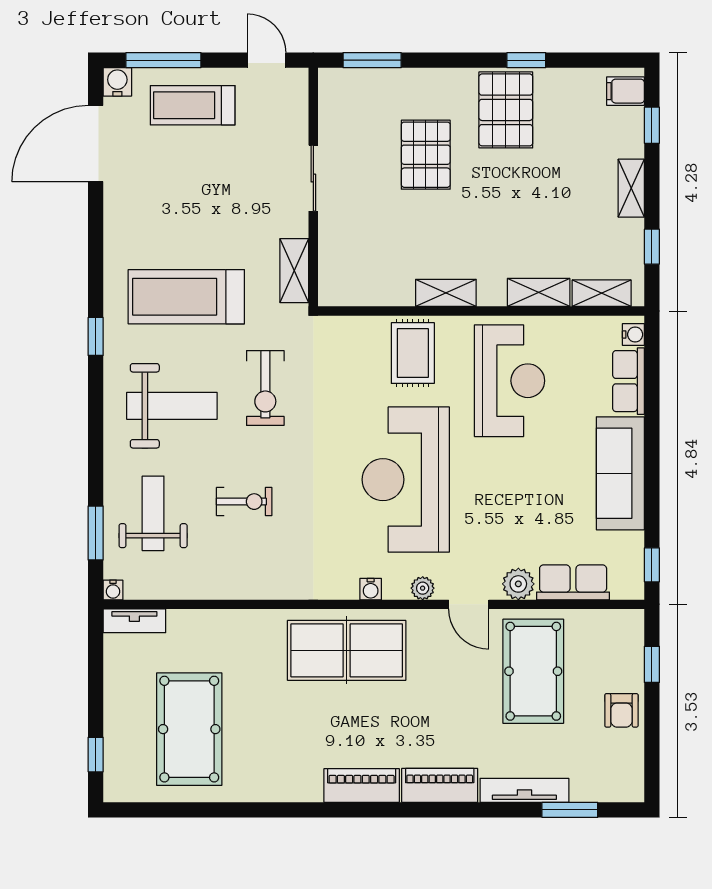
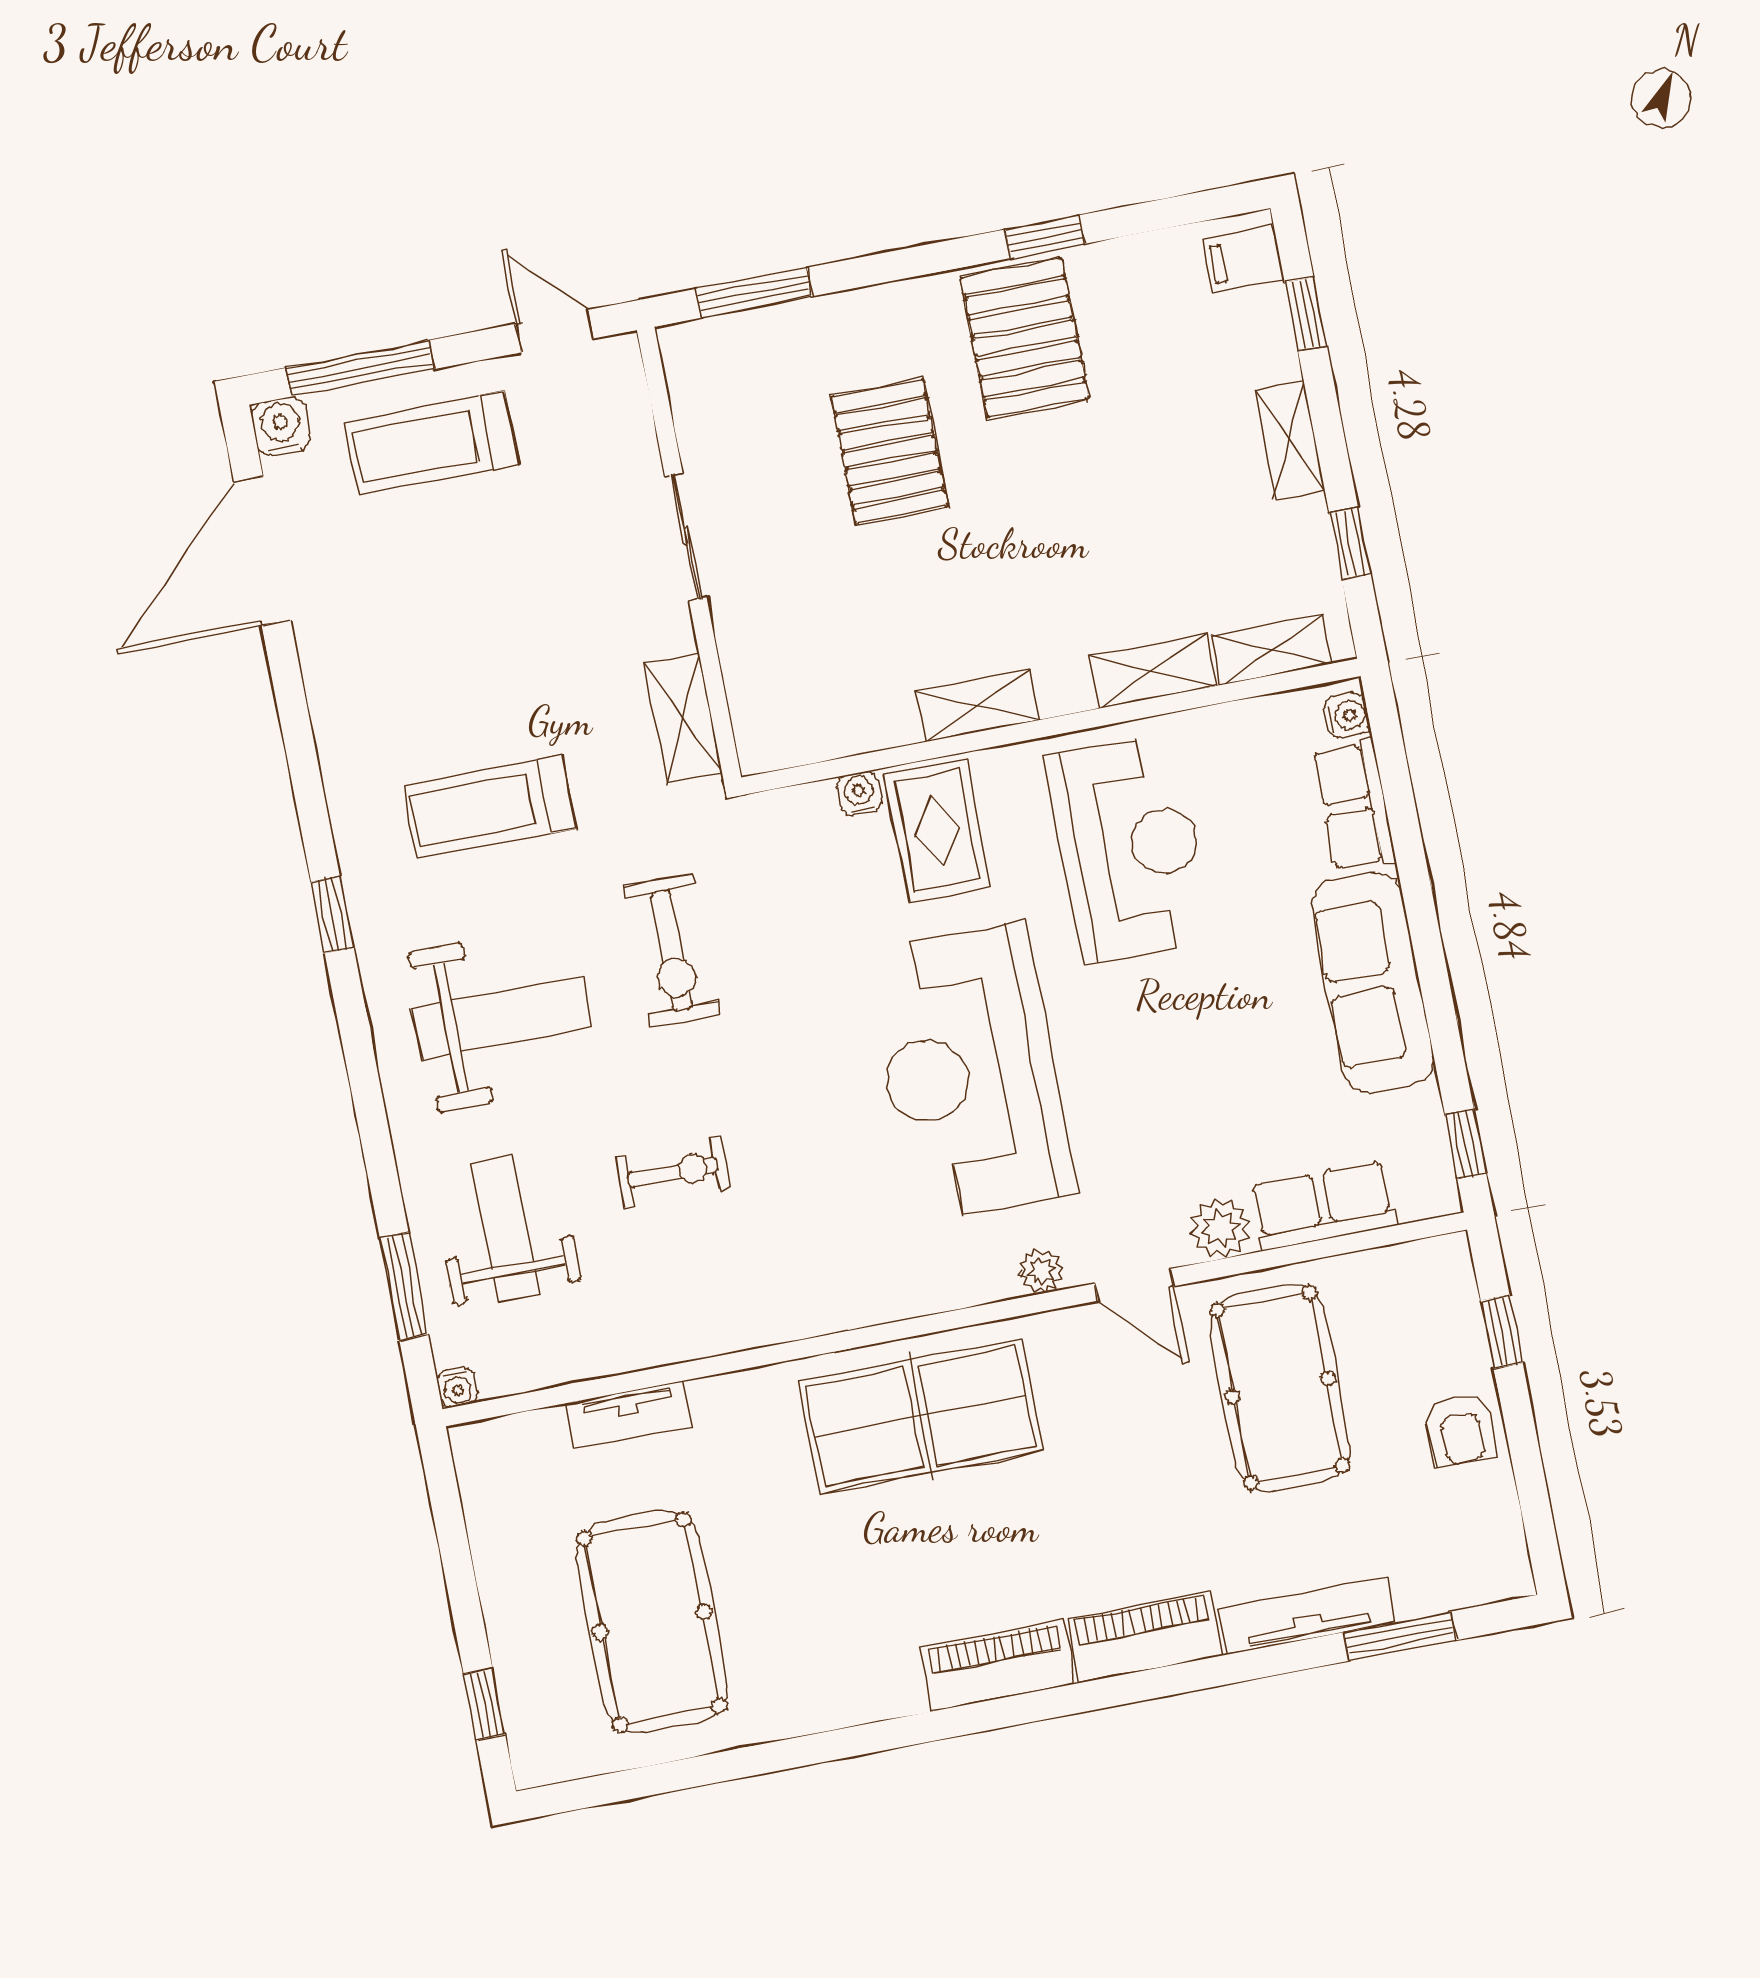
treadmill: (186, 297) -> (489, 807), width x0.73, depth x0.73
water cooler: (371, 589) -> (859, 794), moved, turned 180
tv unit: (134, 621) -> (629, 1414), moved

